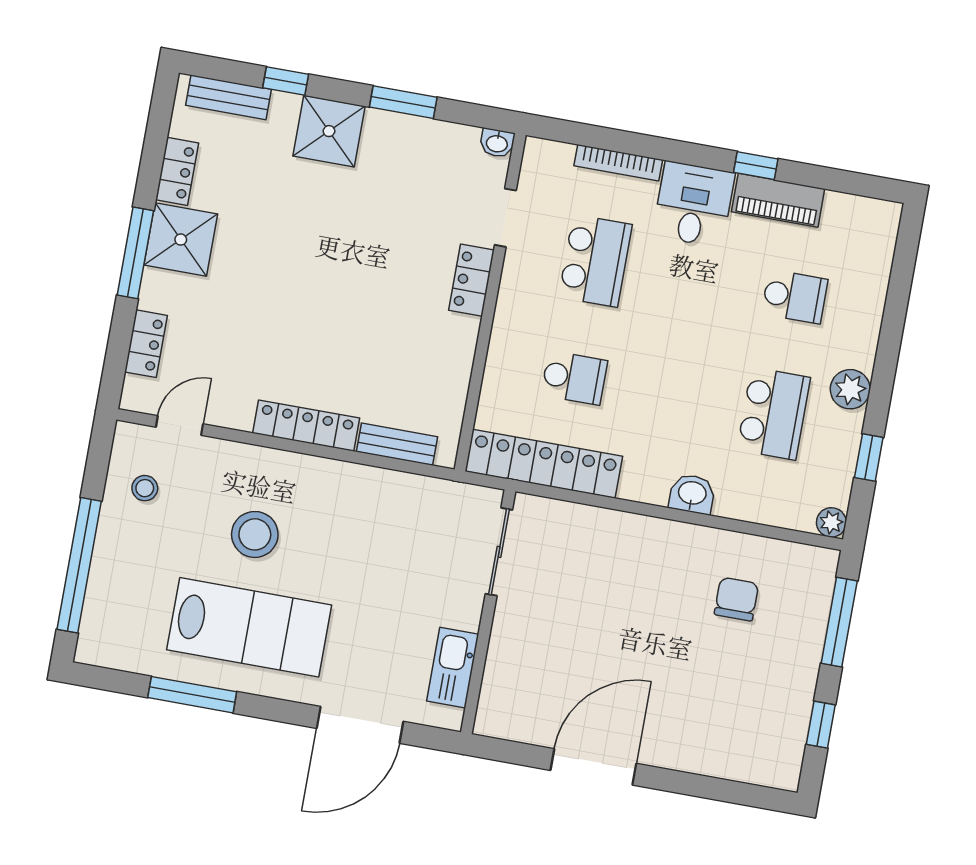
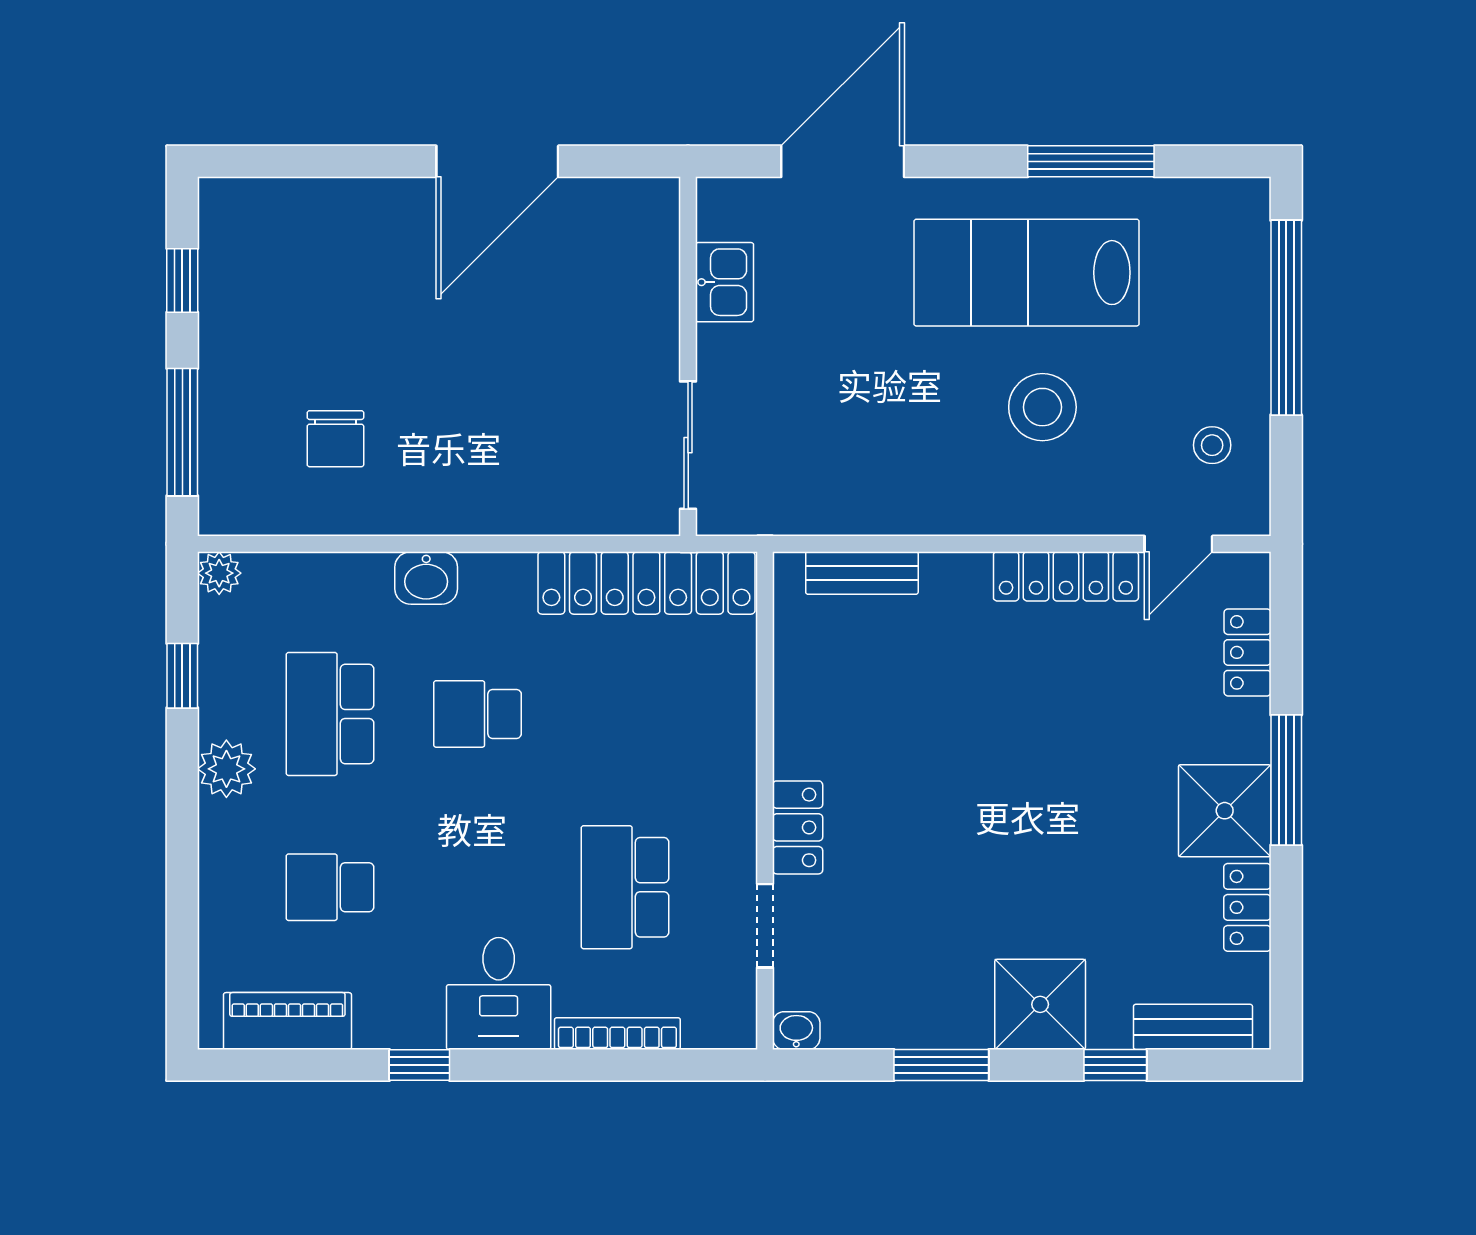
piano: (778, 200) -> (287, 1021), moved
school desk: (574, 378) -> (478, 714), moved
locker: (306, 426) -> (1066, 576), moved
kitchen sink: (453, 668) -> (725, 282), width x0.73

